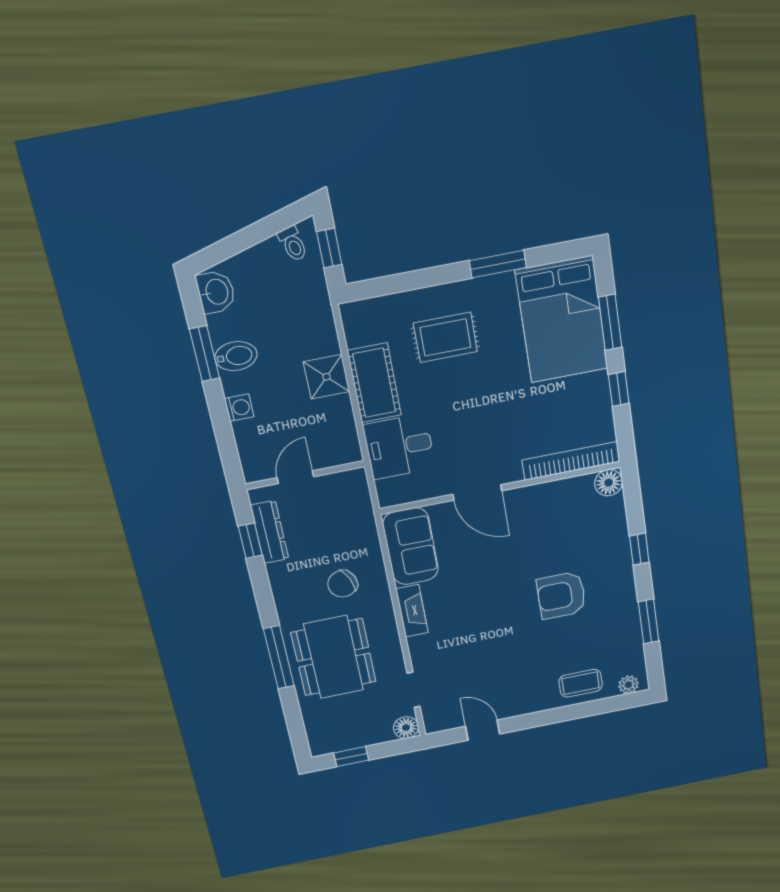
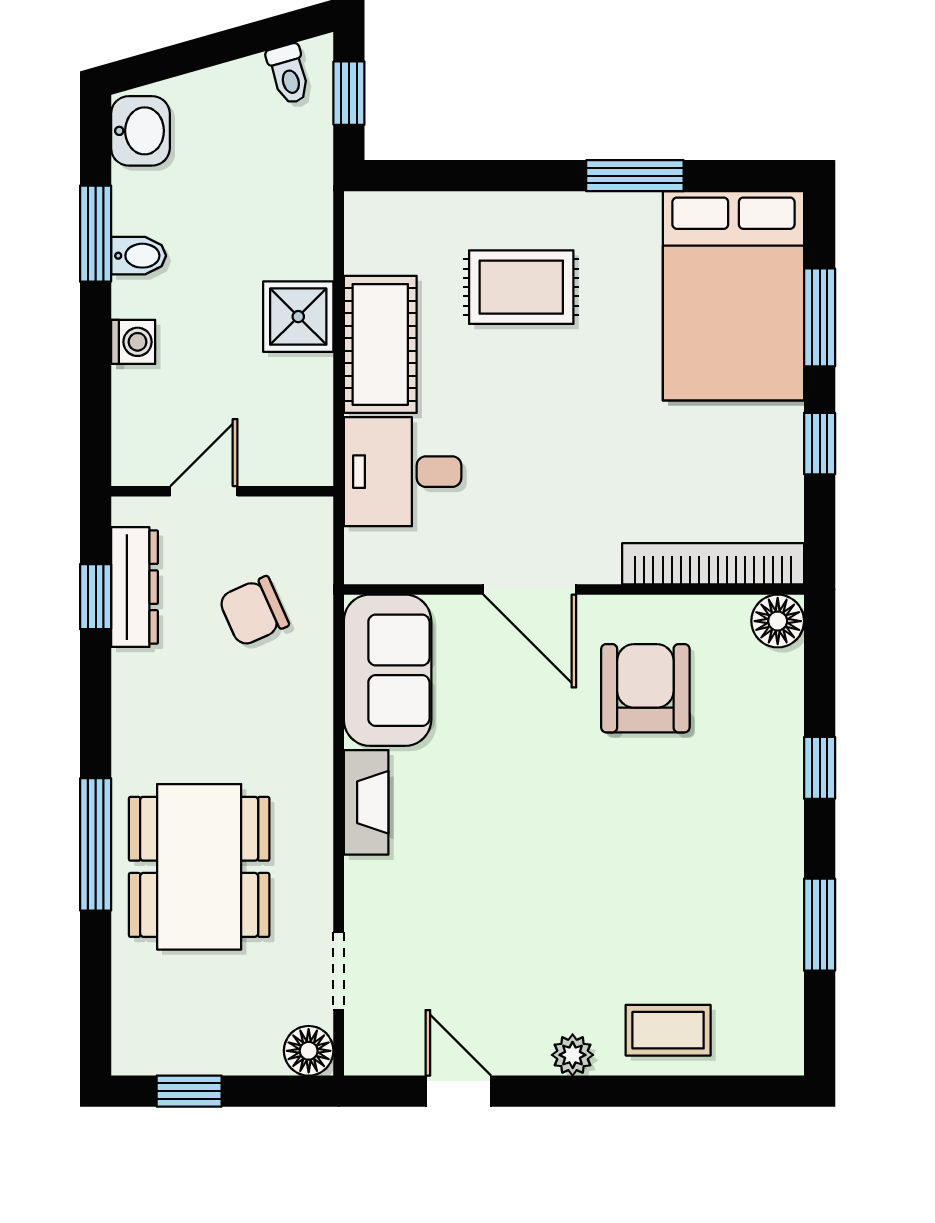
bidet: (236, 356) -> (139, 256), width x0.72, depth x0.74
chair: (343, 584) -> (254, 611), moved
armchair: (561, 595) -> (645, 688), moved, turned 90
plant: (628, 685) -> (573, 1055), moved

